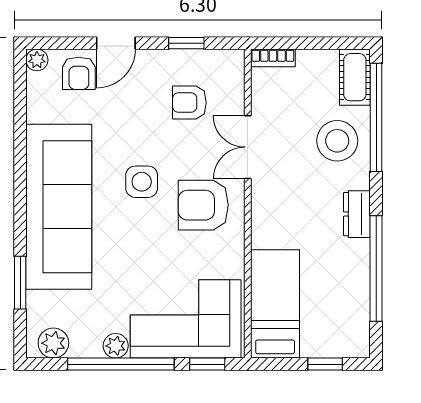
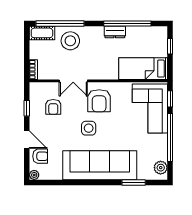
dresser: (357, 214) -> (115, 32), moved
plant: (116, 346) -> (162, 140), removed

